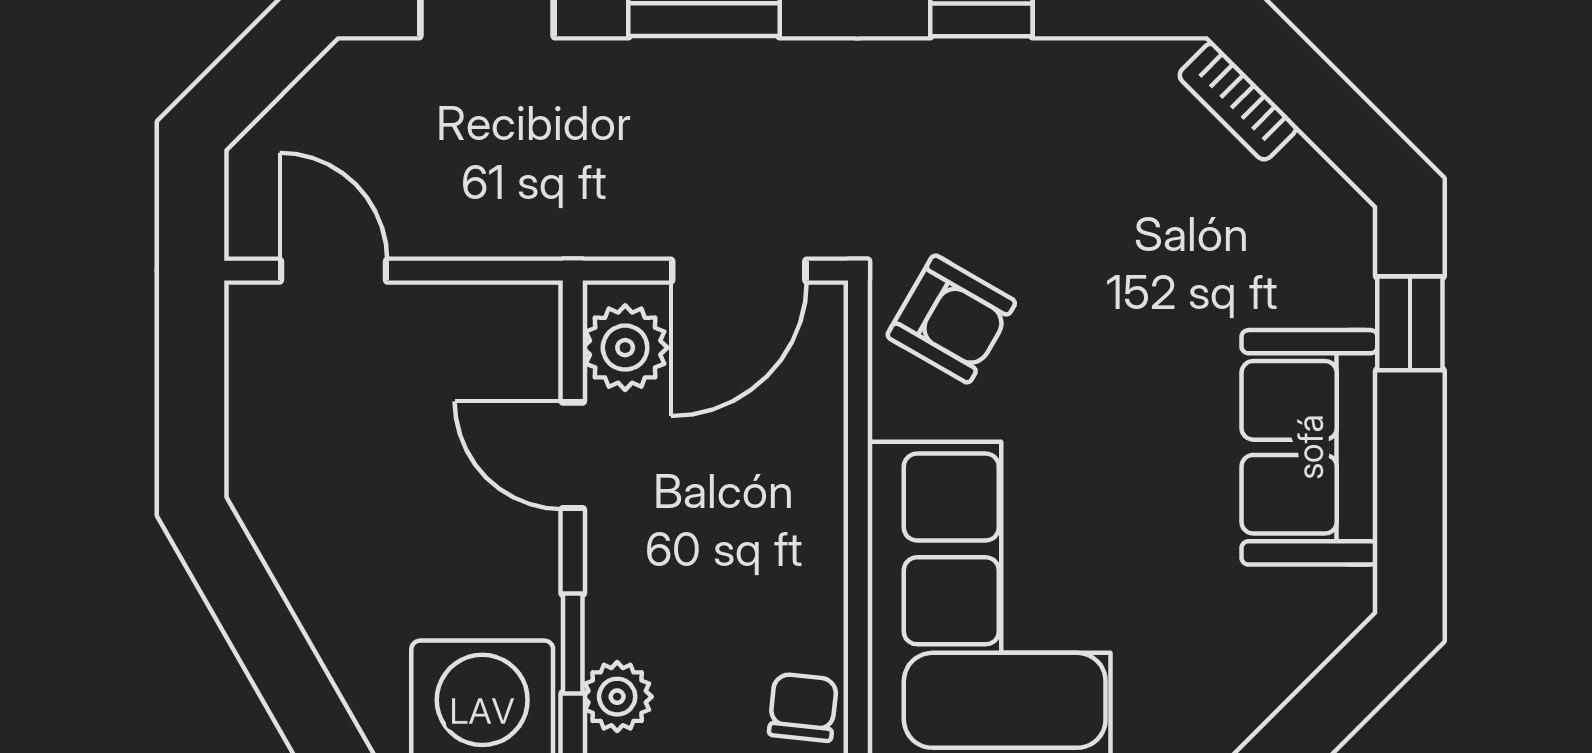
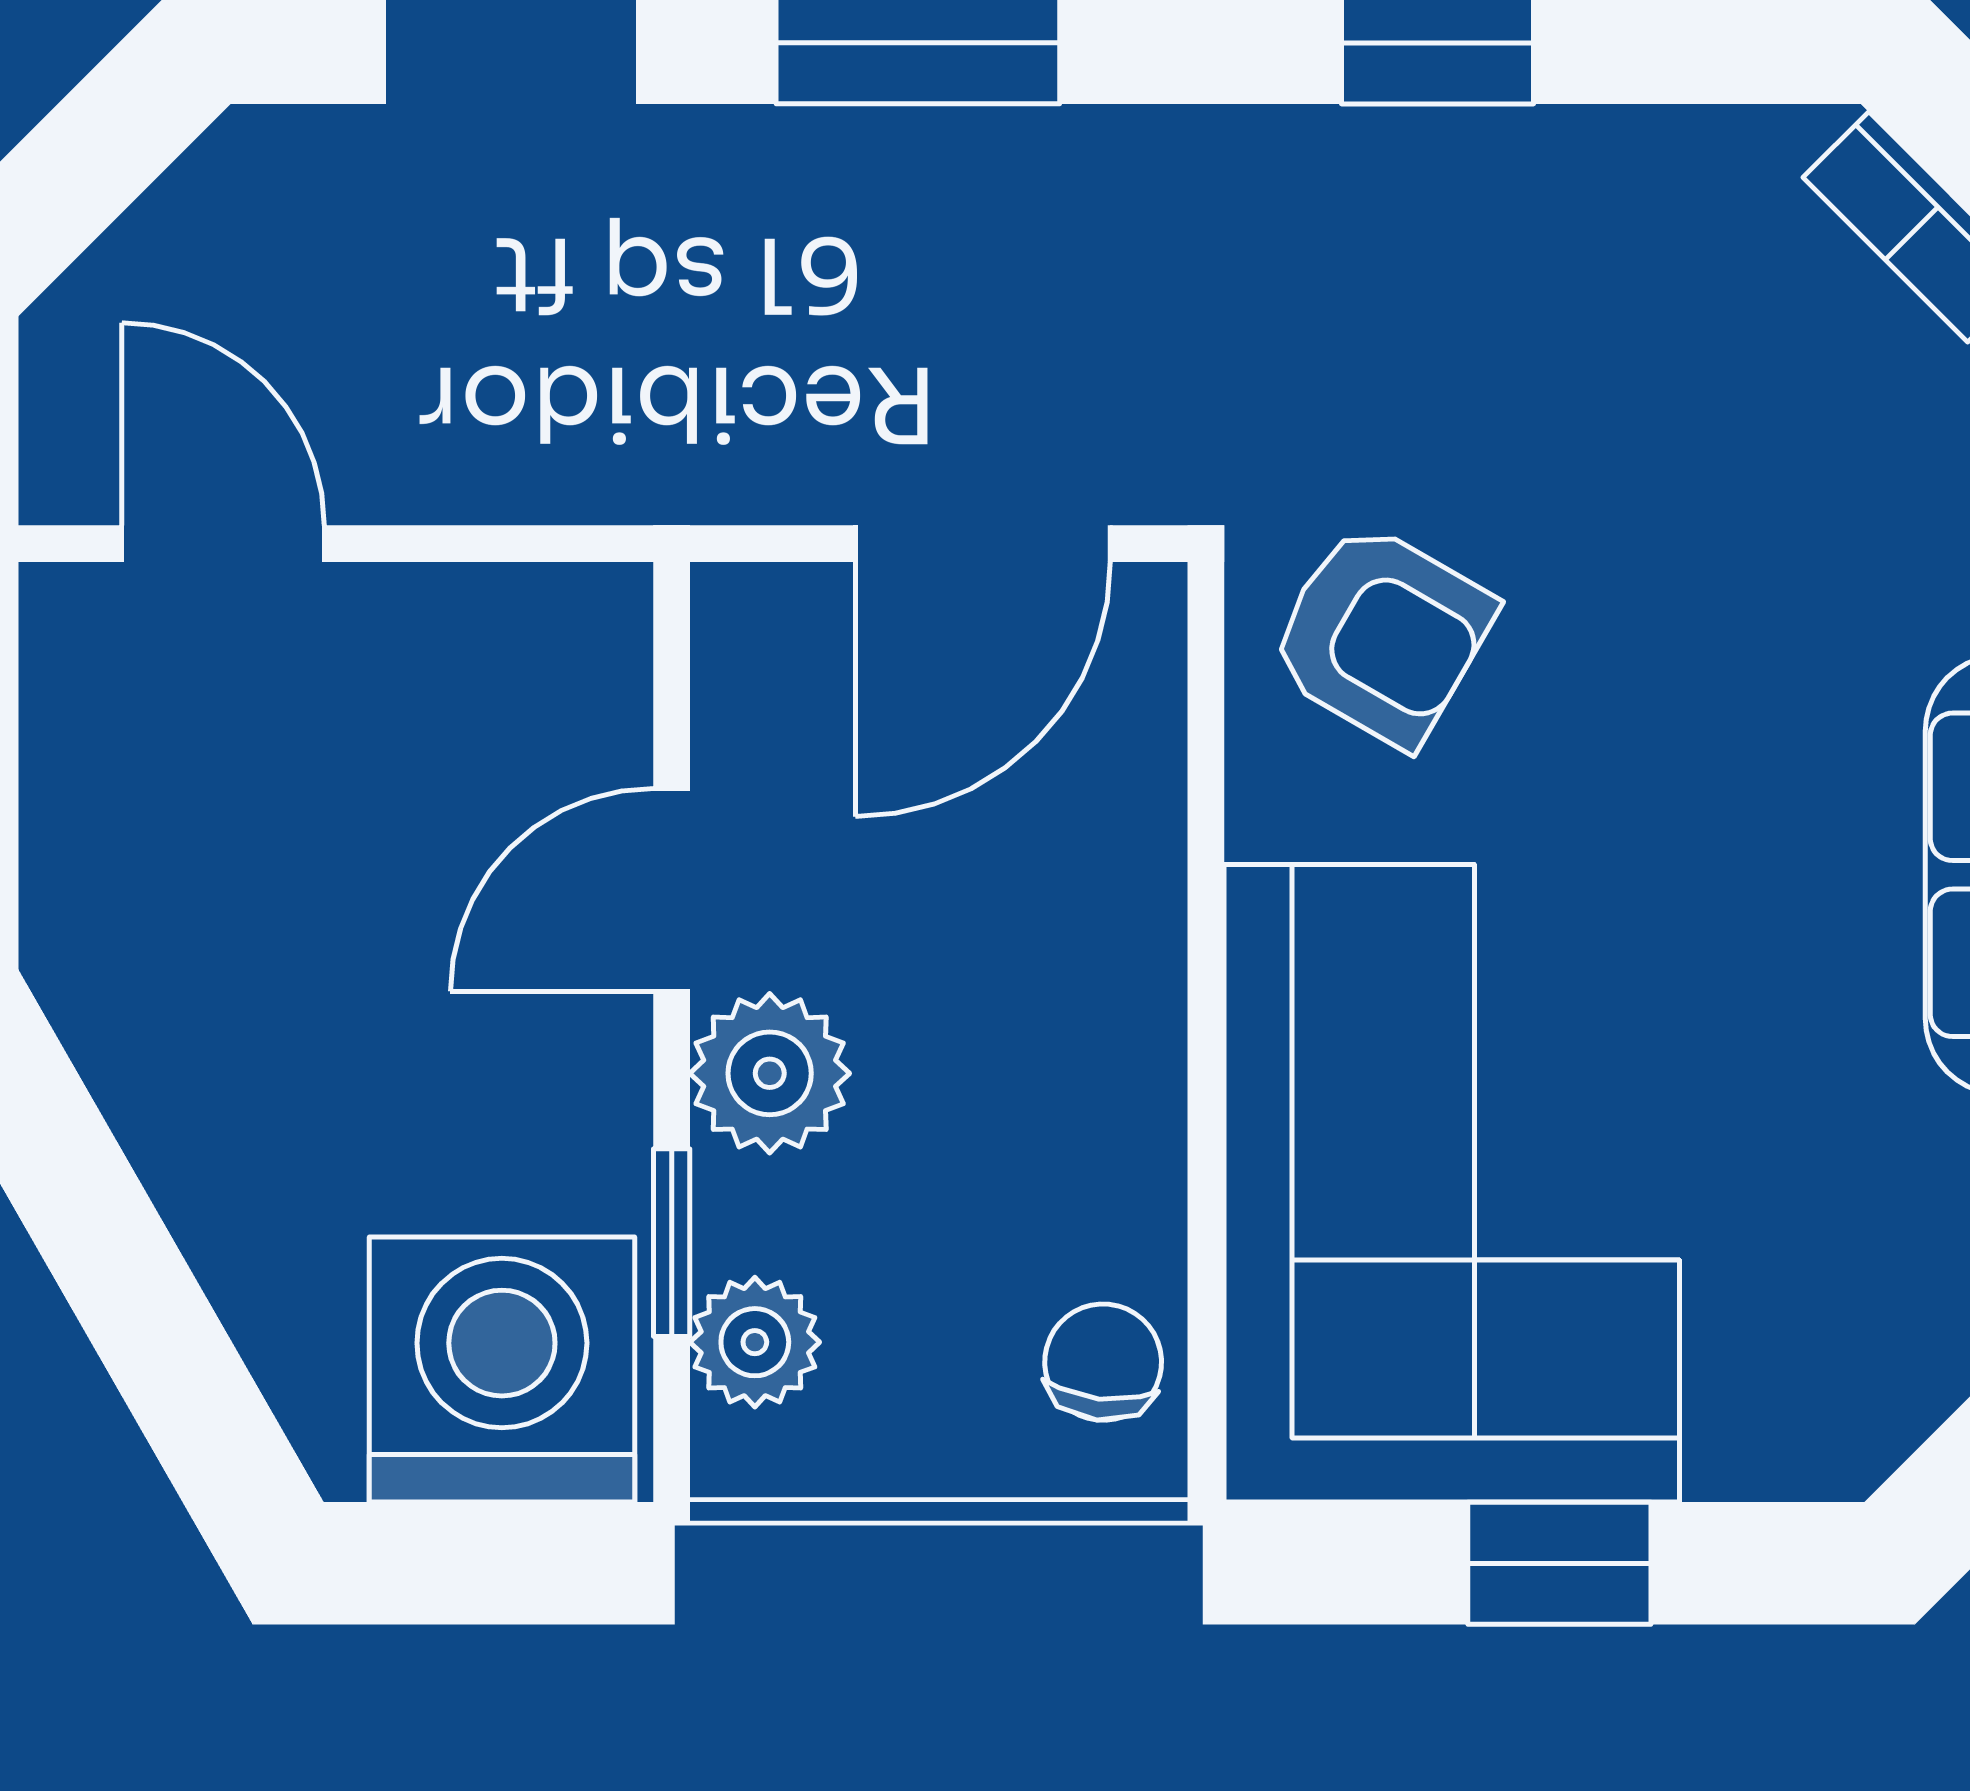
plant: (625, 348) -> (770, 1073), moved
door: (573, 455) -> (672, 890), hinge flipped

